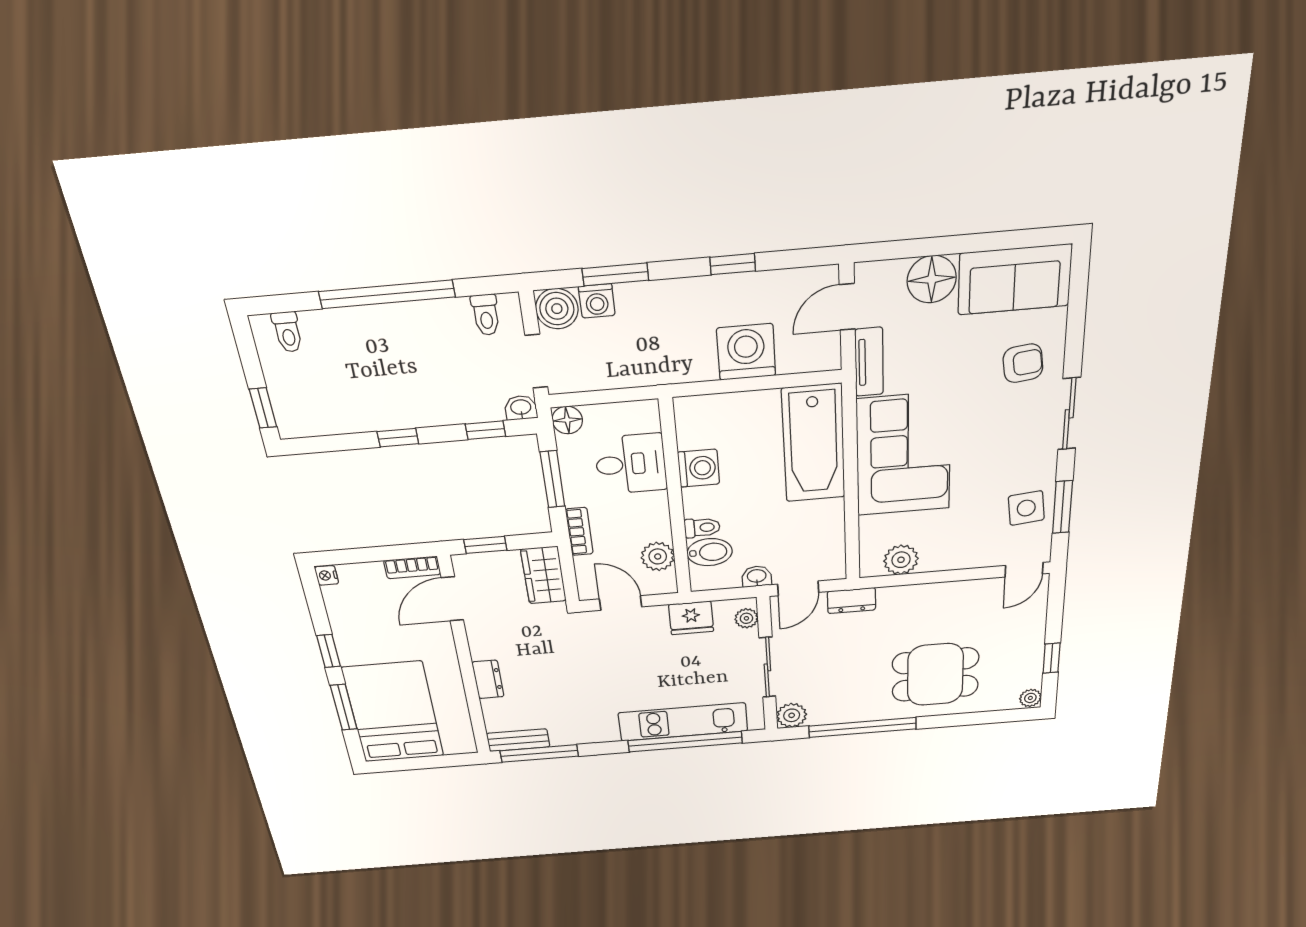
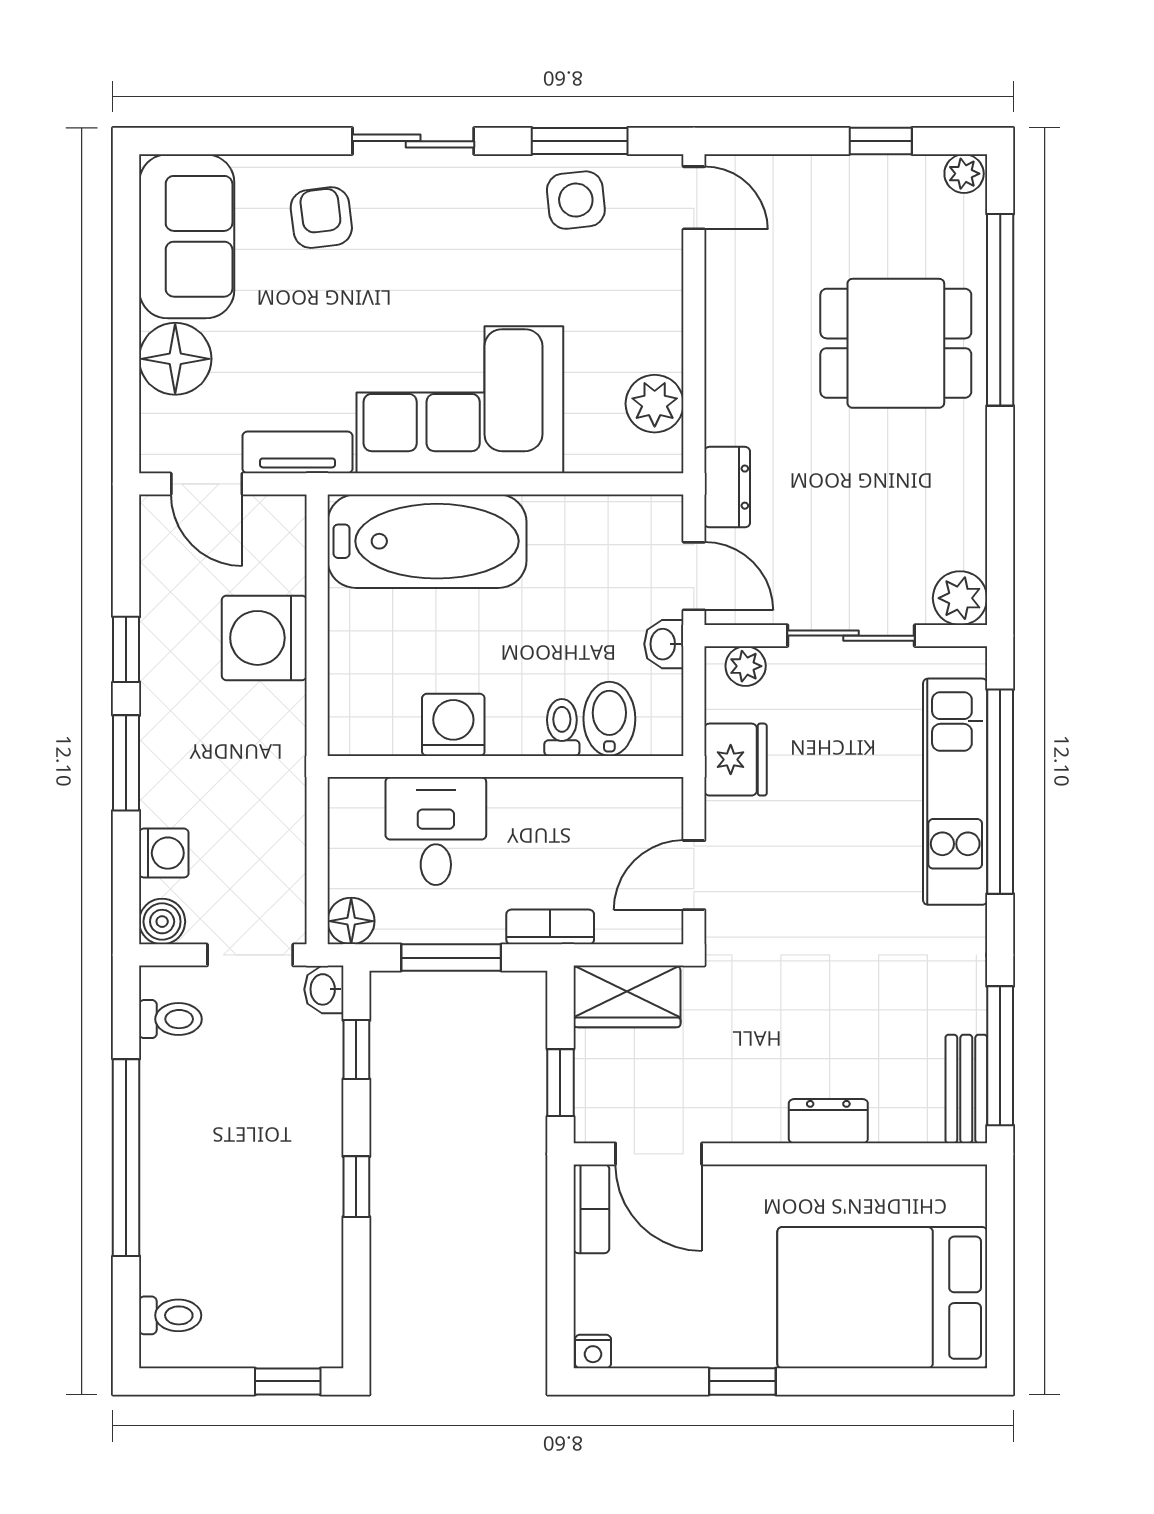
window: (615, 274) -> (126, 763), moved
boiler: (557, 309) -> (162, 922), width x0.73, depth x0.73
plant: (658, 556) -> (609, 805), removed
dining table: (935, 675) -> (896, 343), turned 90
window: (344, 707) -> (863, 1381), removed
window: (862, 727) -> (1000, 310), moved

